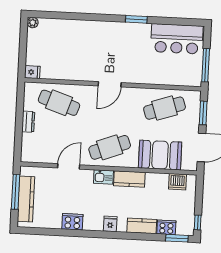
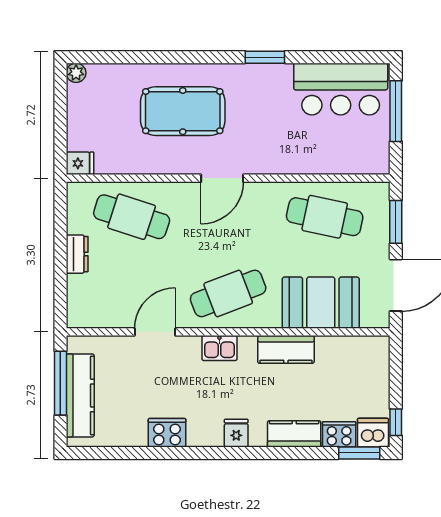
pool table: (90, 46) -> (183, 111), added
window: (206, 65) -> (396, 111), moved
cafe table: (165, 108) -> (325, 217), turned 30
kitchen counter: (129, 179) -> (286, 349), moved
dishwasher: (177, 182) -> (373, 433), moved, turned 180

